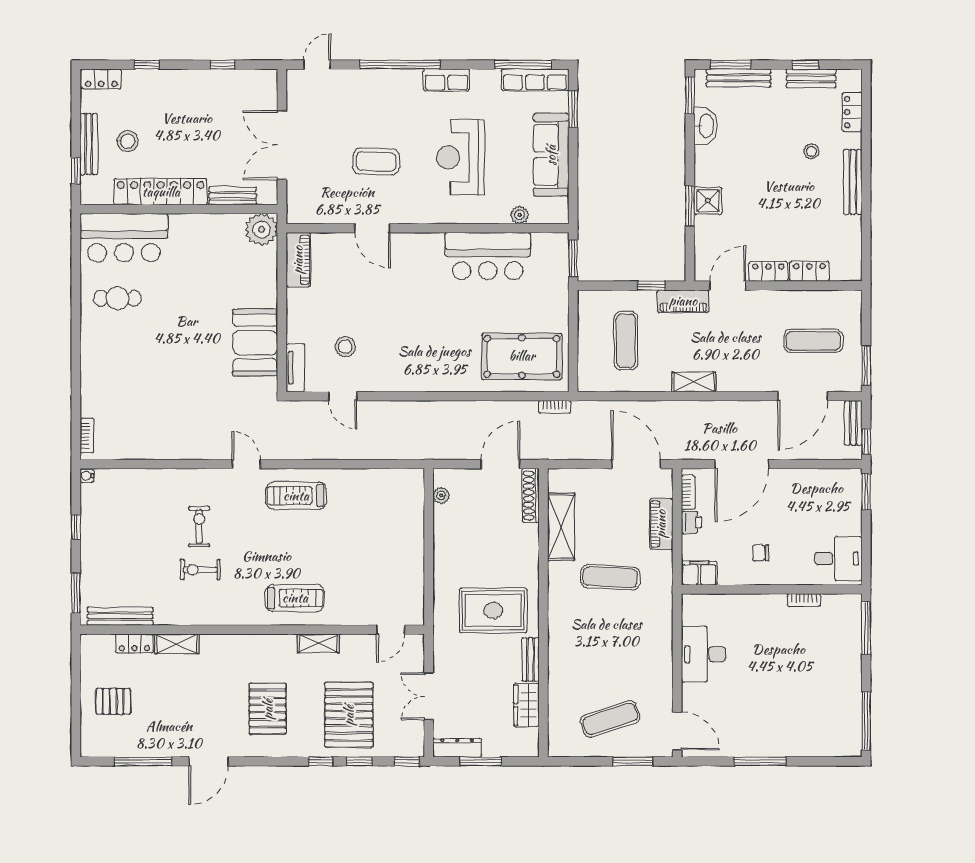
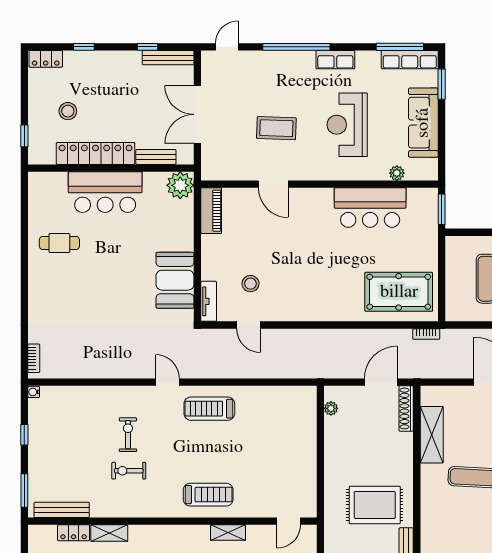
bench: (89, 144) -> (168, 58), moved, turned 90
bar counter: (124, 238) -> (105, 192), moved

